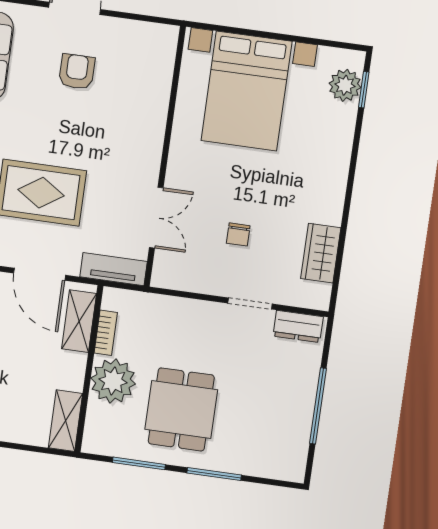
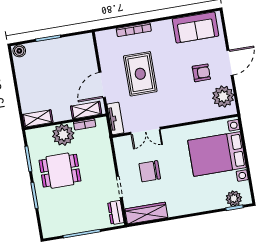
plant: (137, 43) -> (223, 97), added
chair: (238, 234) -> (150, 171), width x1.87, depth x1.87
wardrobe: (321, 253) -> (146, 213), width x1.50

